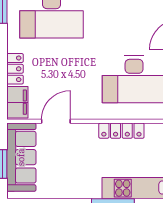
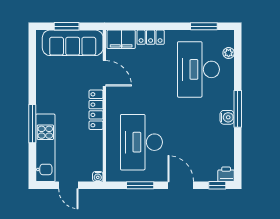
locker: (121, 131) -> (96, 110), moved

